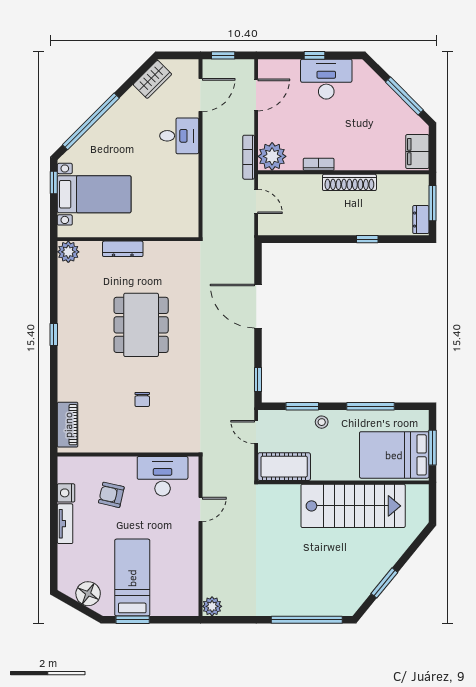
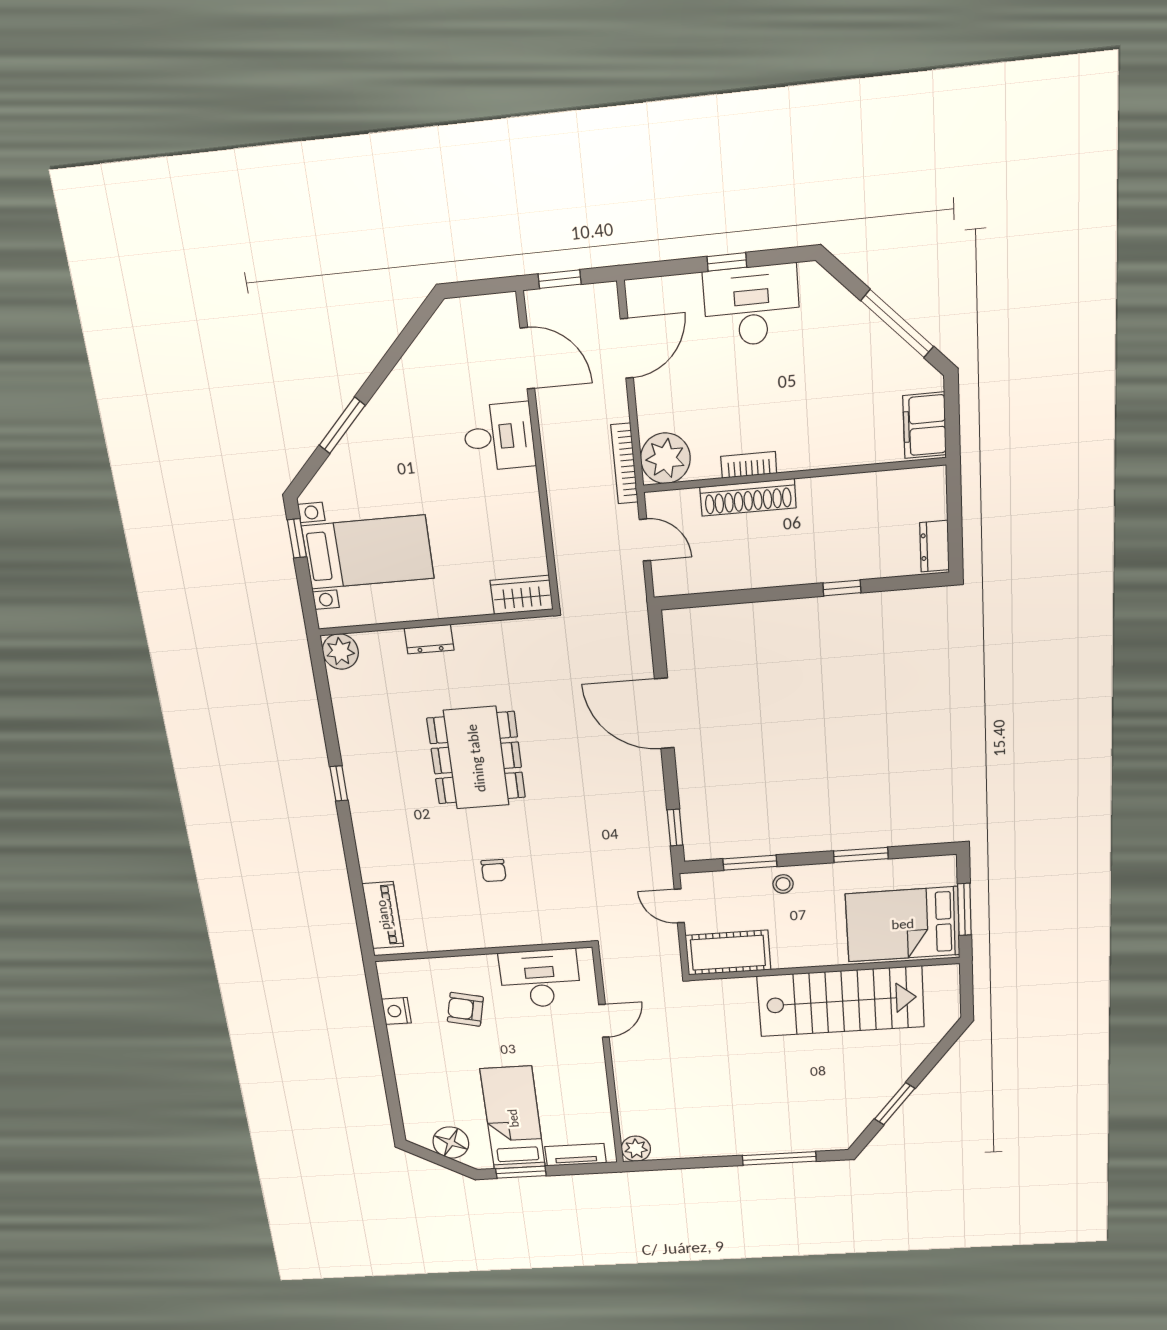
wardrobe: (152, 79) -> (522, 595), moved, turned -135
door: (200, 95) -> (527, 358), hinge flipped
window: (91, 121) -> (342, 425), width x0.47
shoe rack: (349, 182) -> (748, 497), moved
window: (433, 203) -> (955, 515), removed
dresser: (123, 249) -> (429, 639), width x0.70
window: (370, 406) -> (861, 855), width x0.69
tv unit: (65, 524) -> (576, 1155), moved, turned -90
window: (307, 620) -> (779, 1158), width x0.68

